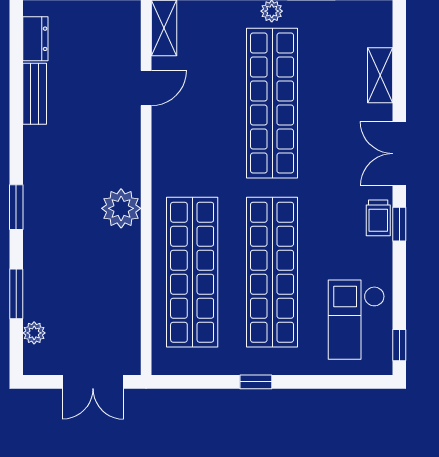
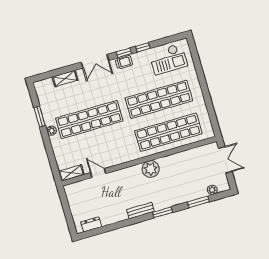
bench: (35, 94) -> (140, 211), moved
window: (399, 345) -> (143, 47), moved
window: (256, 382) -> (206, 93), removed

